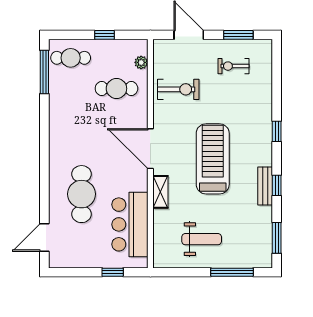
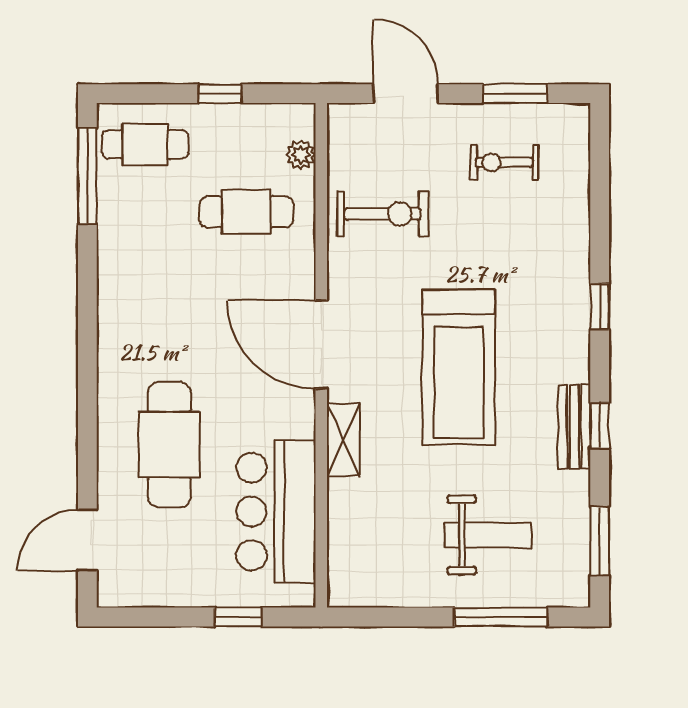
treadmill: (213, 159) -> (459, 367), turned 180
weight bench: (202, 239) -> (488, 535), moved

